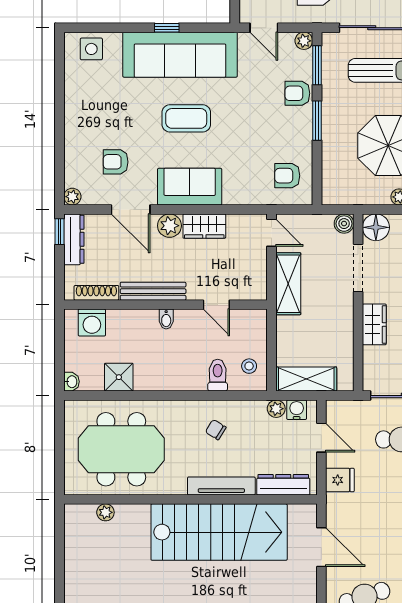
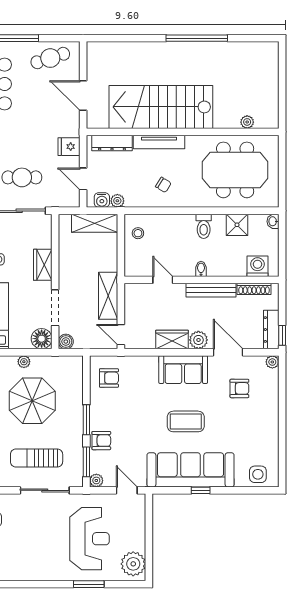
toilet: (218, 375) -> (204, 226), moved

